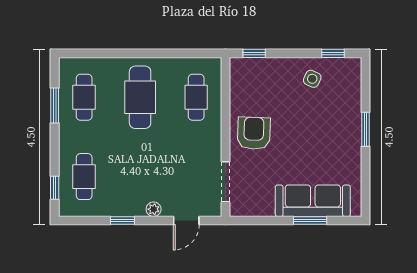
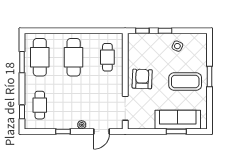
window: (333, 53) -> (165, 31), moved
cafe table: (84, 97) -> (40, 57), width x1.37, depth x1.35
coffee table: (325, 137) -> (185, 81), added

